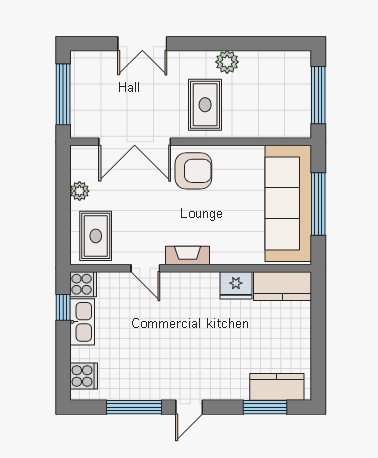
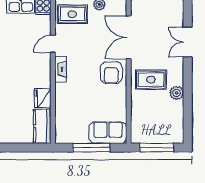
sofa: (288, 203) -> (108, 133), width x0.54, depth x0.79

